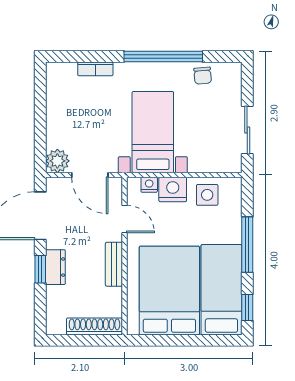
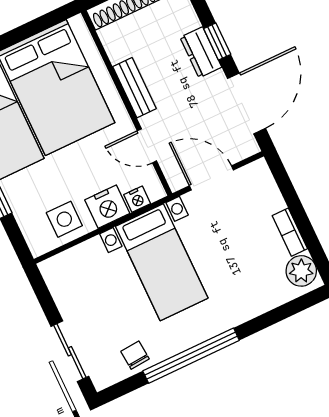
bookcase: (95, 69) -> (290, 232), moved, turned -90
sliding door: (247, 130) -> (70, 351), moved
plant: (57, 161) -> (301, 271), moved

